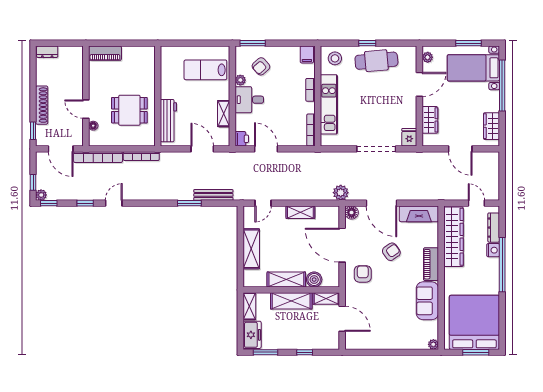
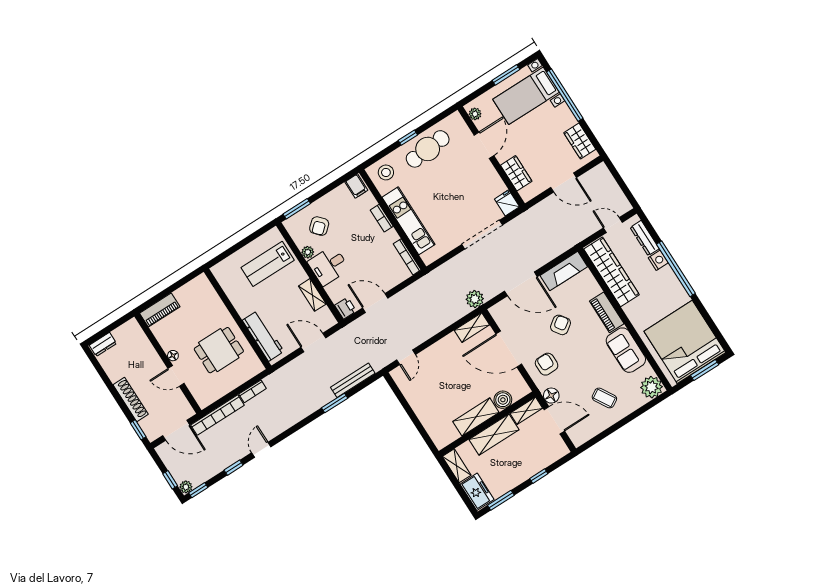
floor lamp: (93, 126) -> (173, 356), moved
bookcase: (141, 156) -> (253, 391), width x0.64
shelving: (300, 212) -> (472, 328), moved
floor lamp: (352, 212) -> (551, 396), moved
shelving: (251, 249) -> (423, 409), removed
coffee table: (389, 326) -> (604, 398), added
plant: (433, 344) -> (651, 387), width x1.88, depth x1.88

